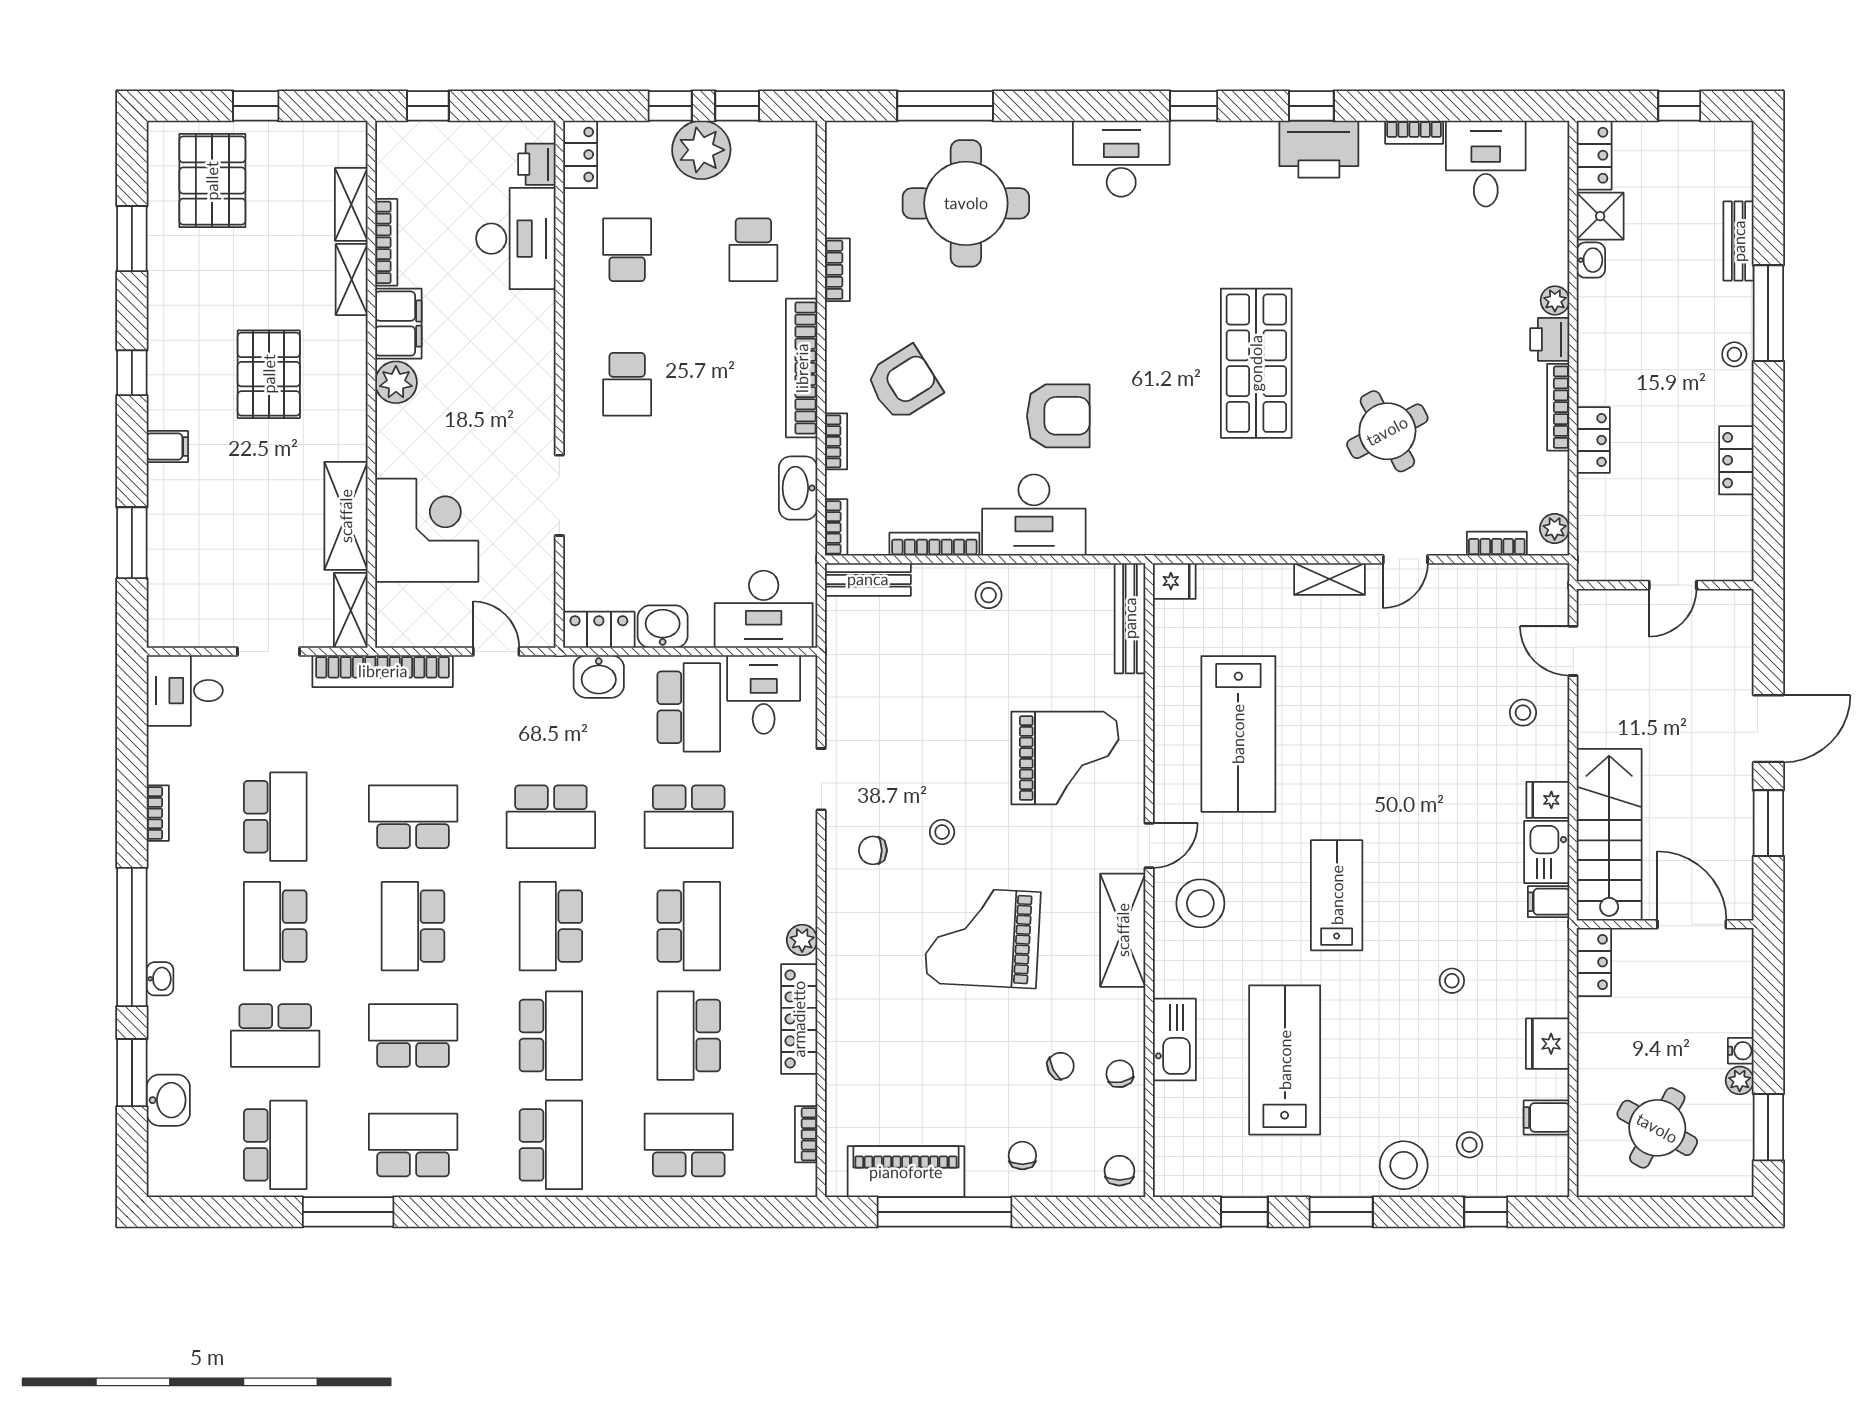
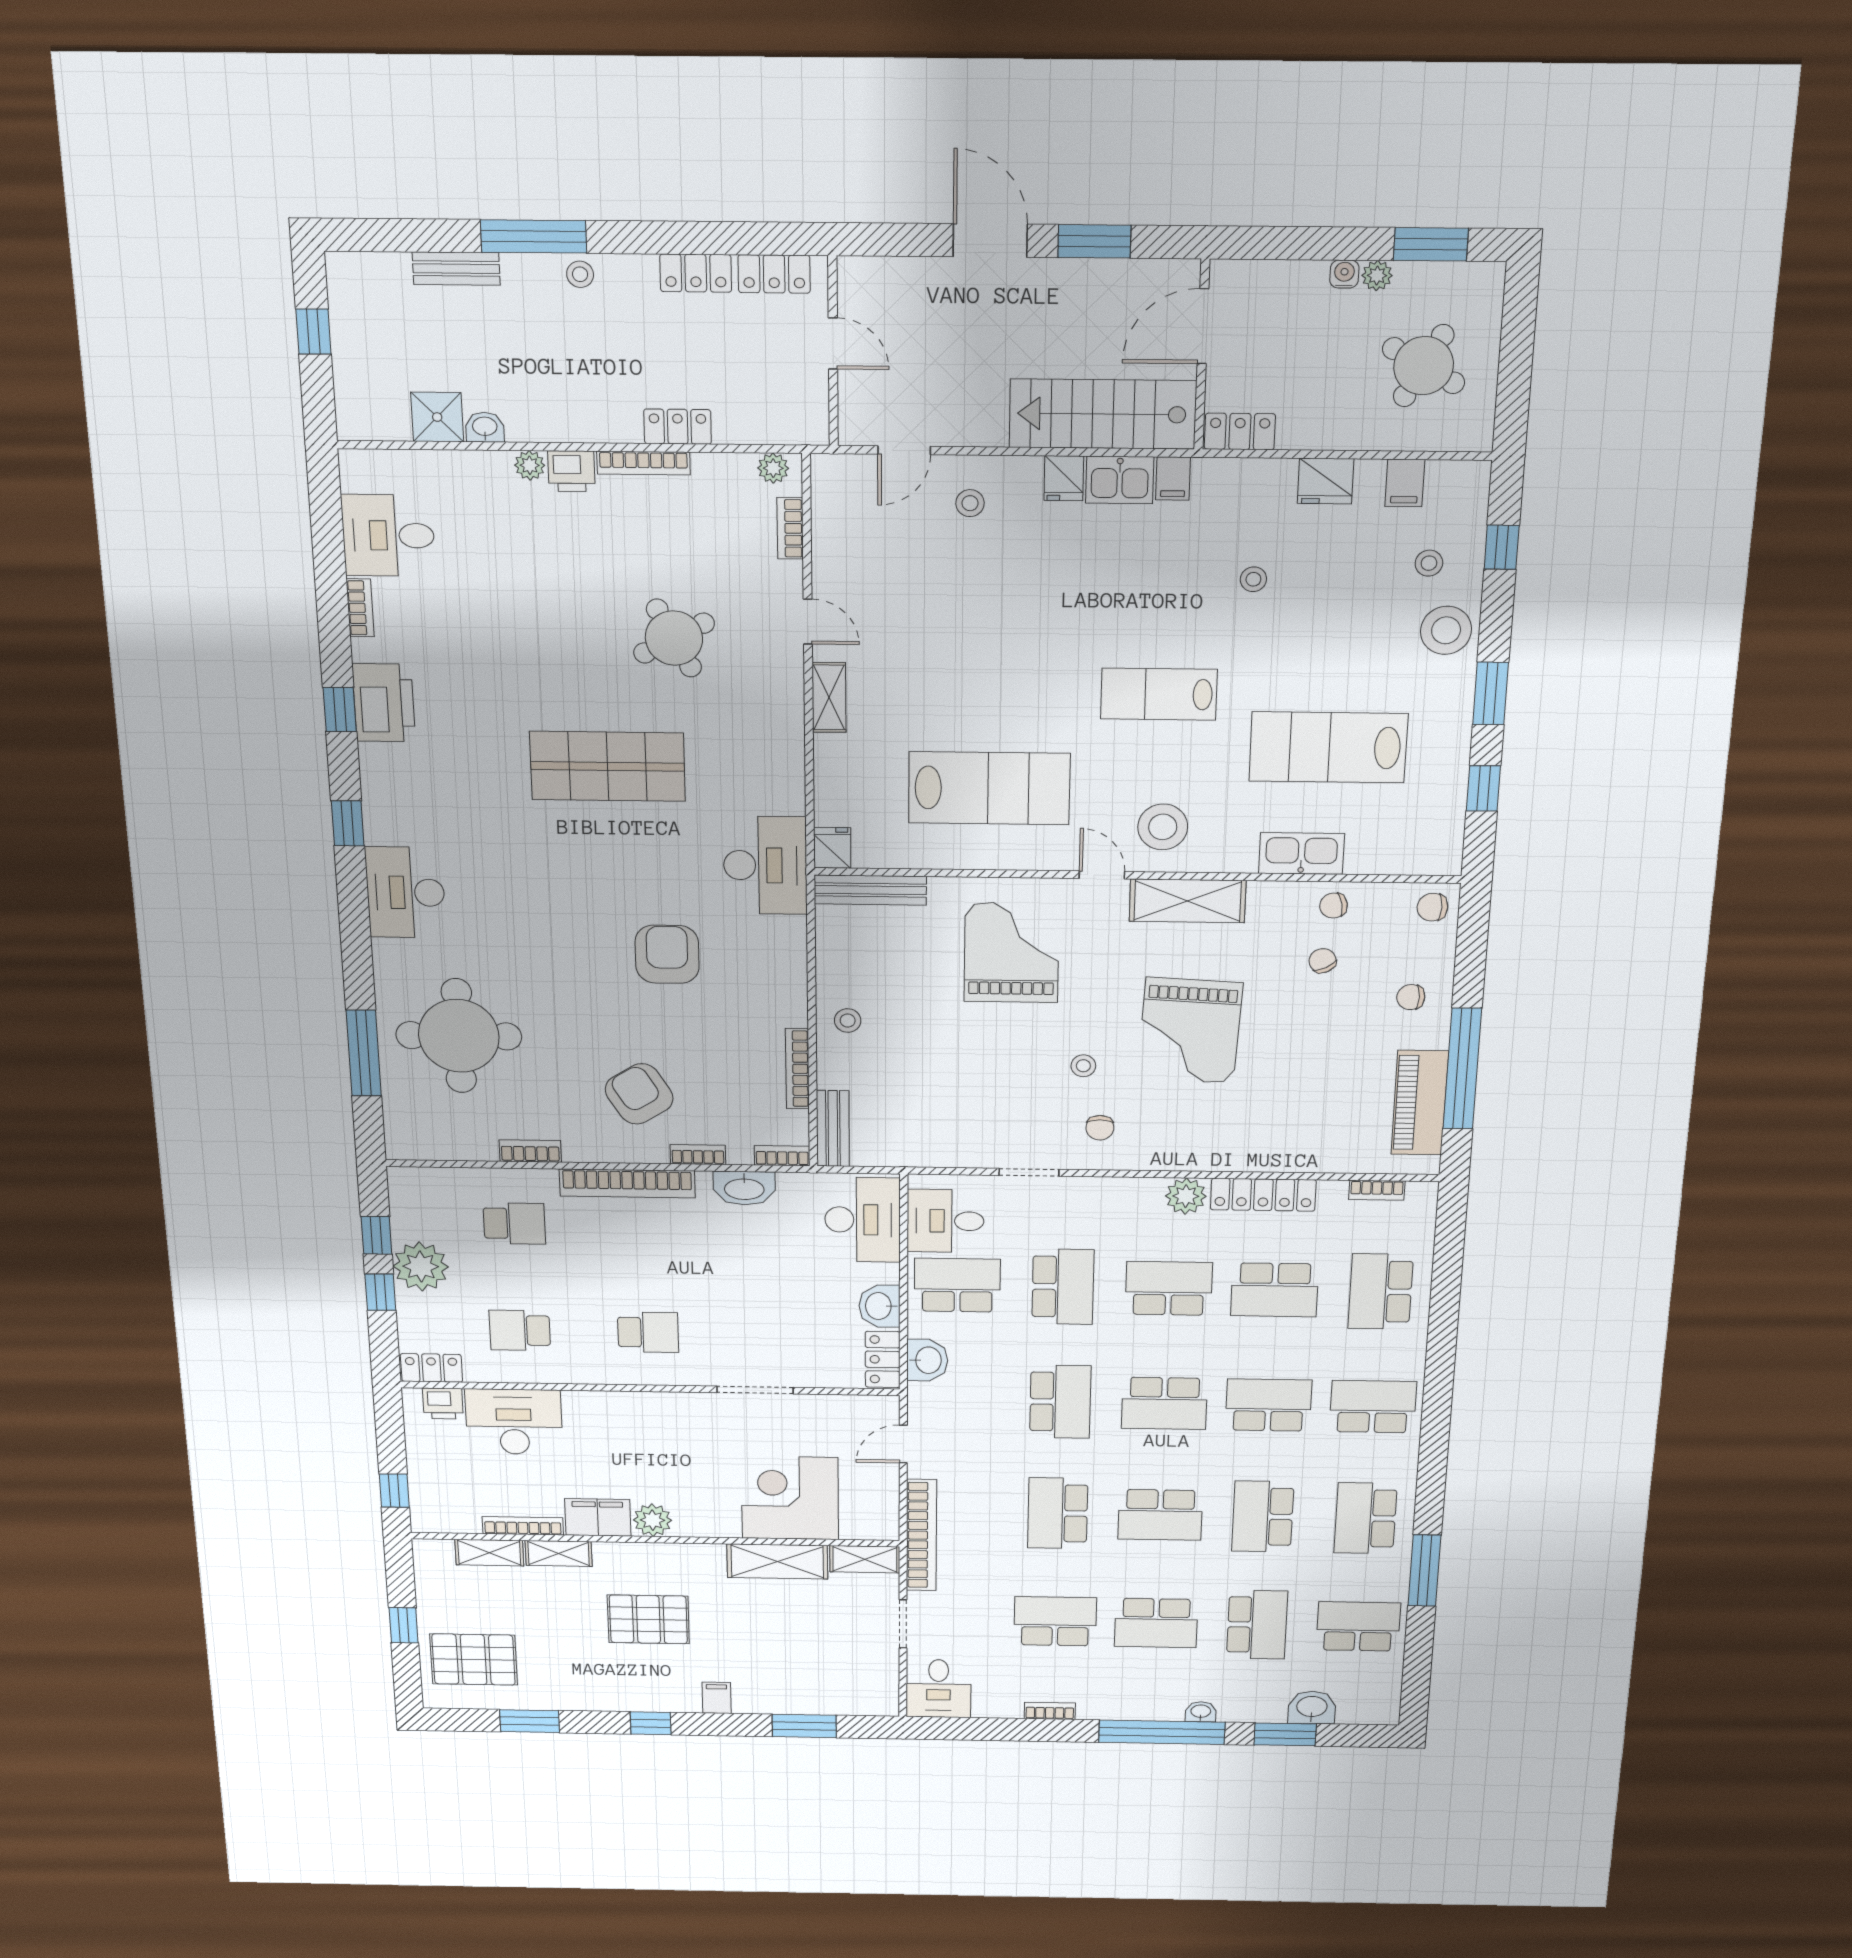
locker: (1594, 155) -> (774, 274), moved, turned 180
desk: (1034, 515) -> (765, 865), moved
plant: (802, 940) -> (1186, 1196), width x1.38, depth x1.38

